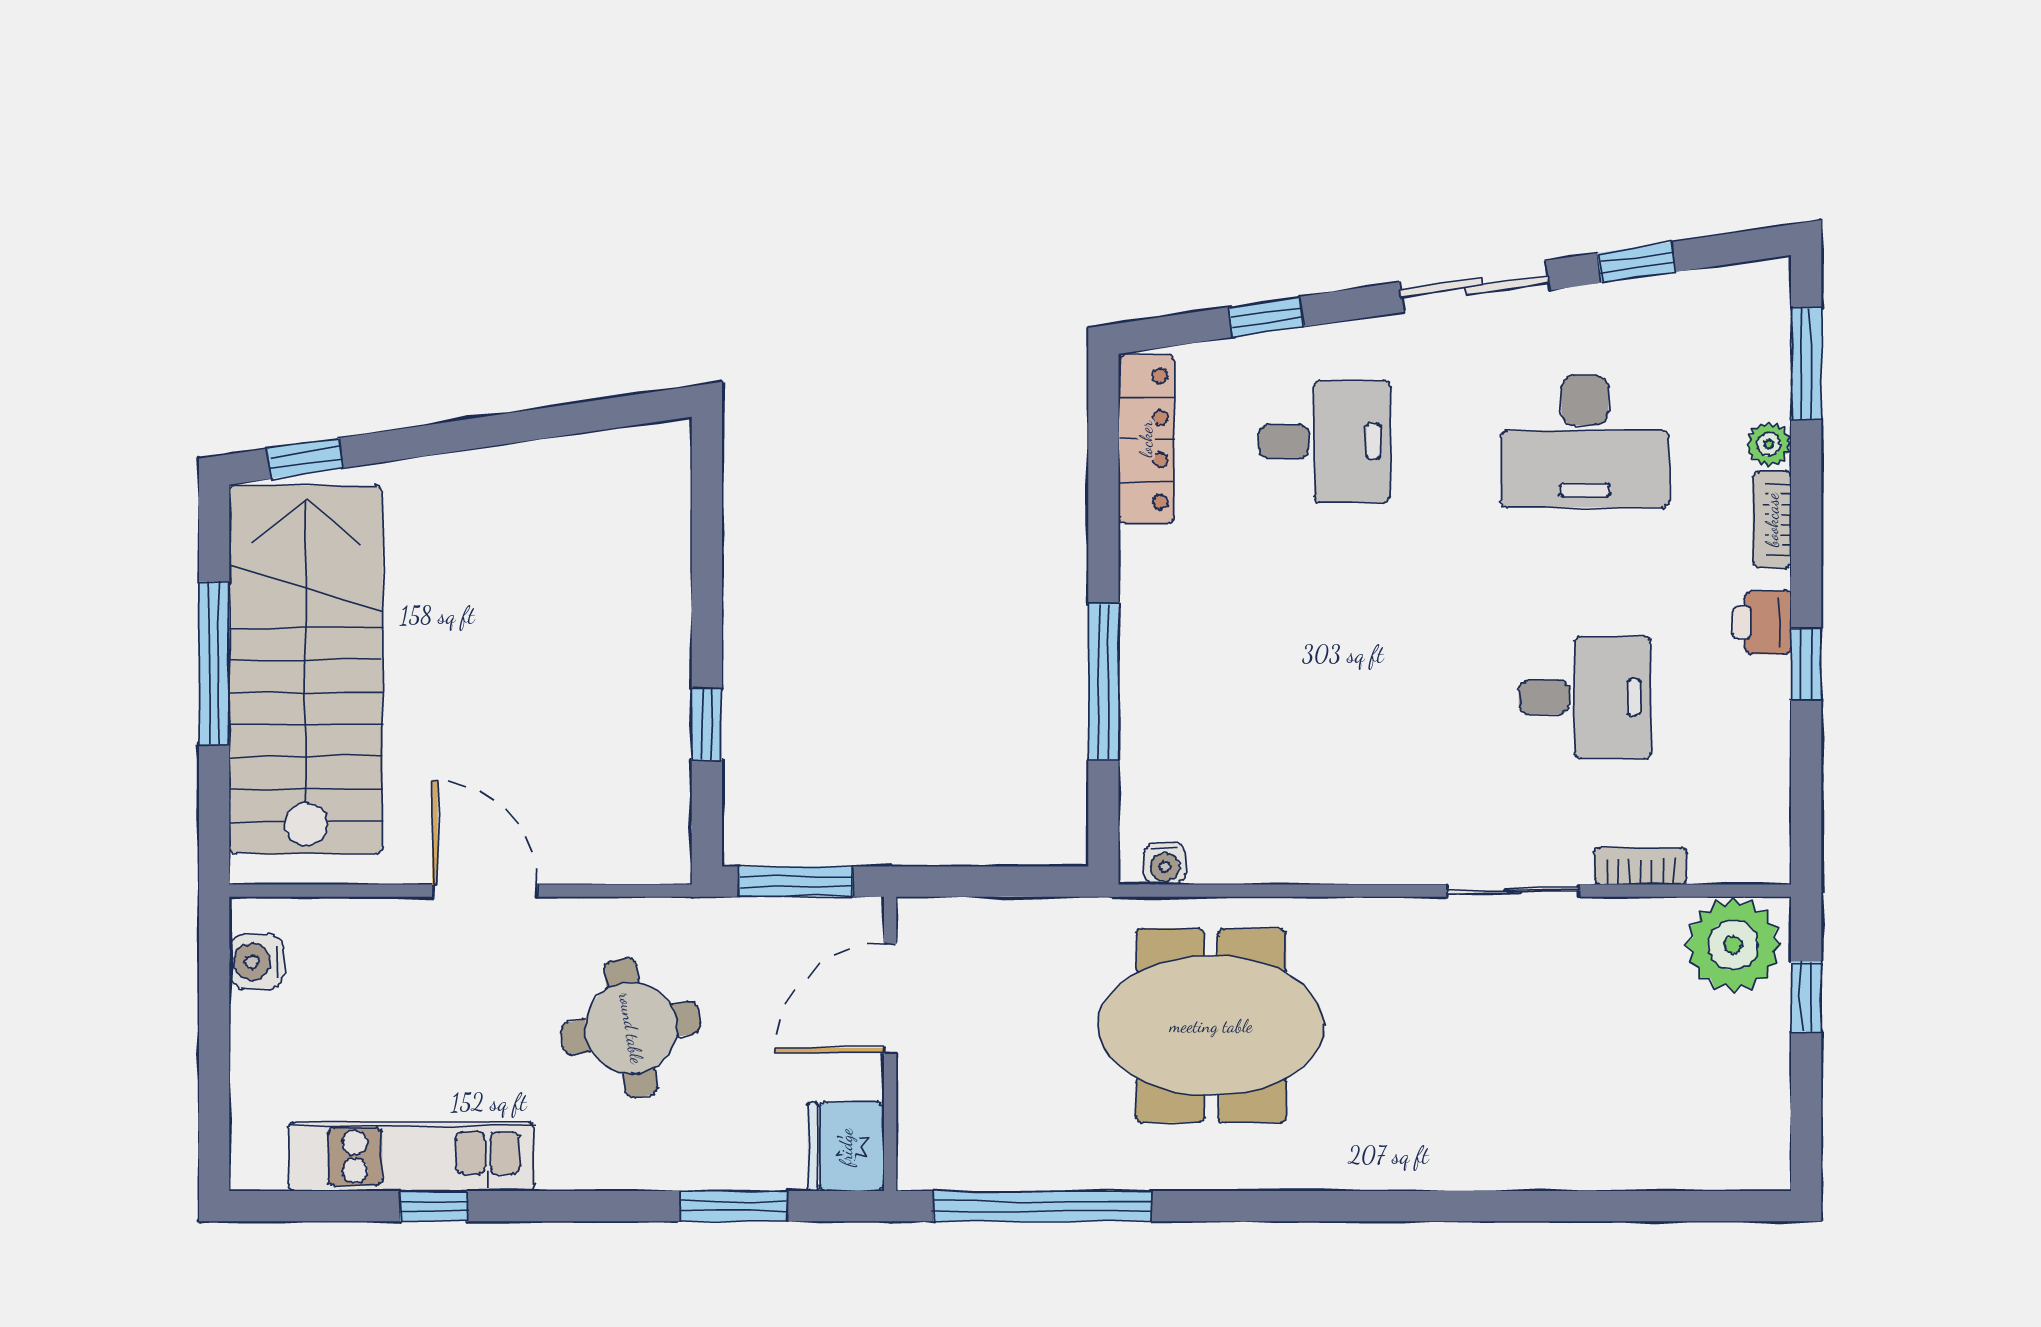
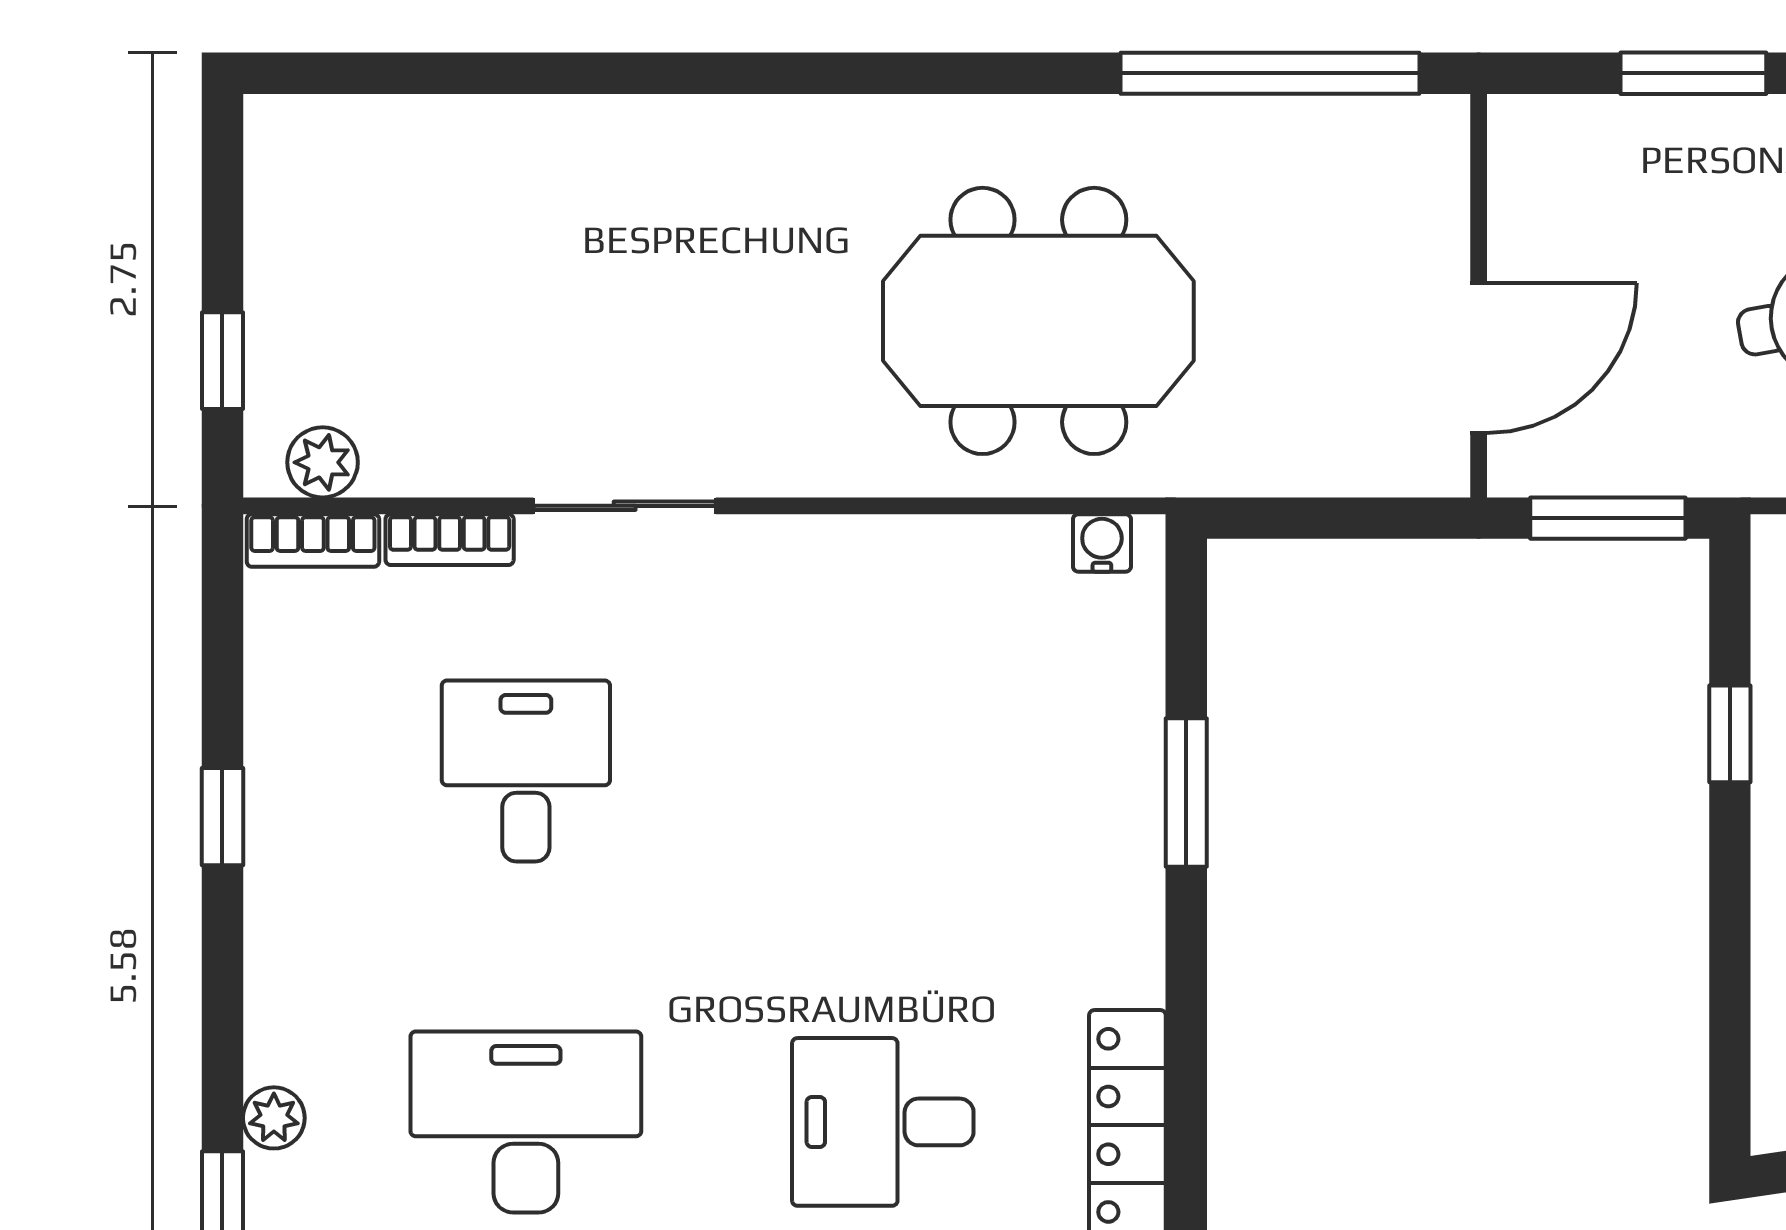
bookcase: (1772, 520) -> (313, 540), moved, turned 90
printer: (1762, 622) -> (283, 874), removed
window: (1103, 682) -> (1186, 793), width x0.69
desk: (1585, 697) -> (526, 771), turned 90
plant: (1733, 945) -> (323, 462), width x0.53, depth x0.53
fridge: (846, 1147) -> (1539, 155), removed

